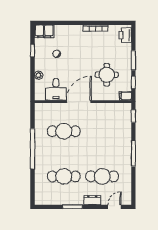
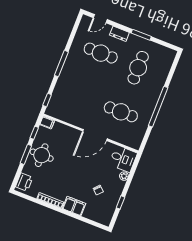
filing cabinet: (44, 31) -> (74, 206), moved
round table: (107, 75) -> (42, 155), moved
desk: (56, 89) -> (123, 159), moved, turned 90
cafe table: (64, 176) -> (138, 68), turned 90

